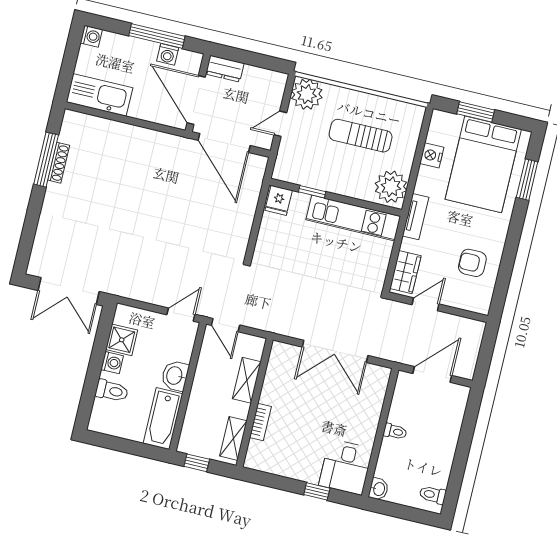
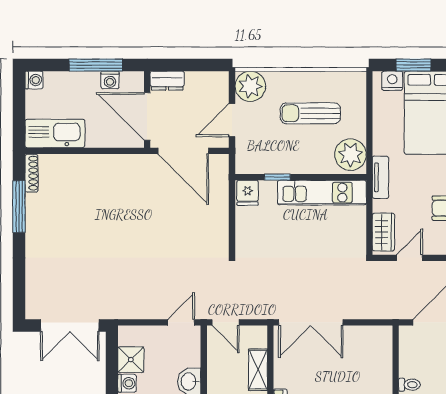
door: (280, 124) -> (232, 120), width x1.38
nightstand: (432, 155) -> (392, 81), moved, turned 90
shoe rack: (59, 163) -> (32, 173), moved
double door: (335, 351) -> (311, 322), moved

